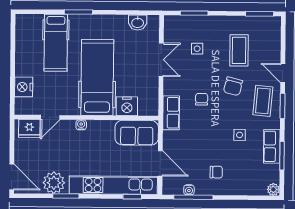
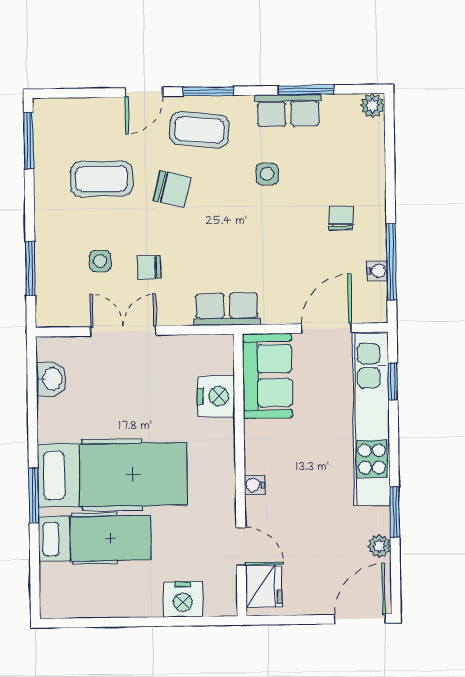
hospital bed: (97, 77) -> (112, 475), moved, turned 180
chair: (202, 99) -> (149, 267), moved
plant: (54, 183) -> (379, 546), width x0.53, depth x0.53

